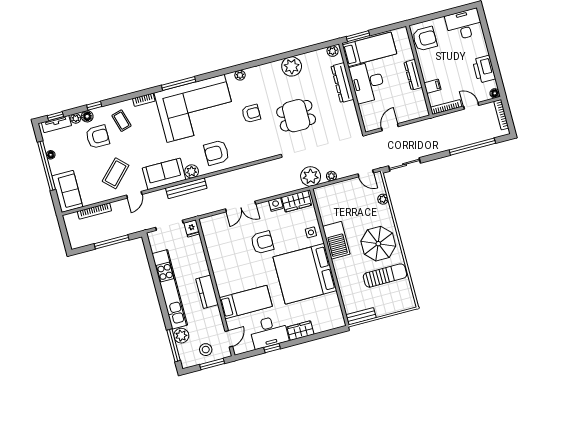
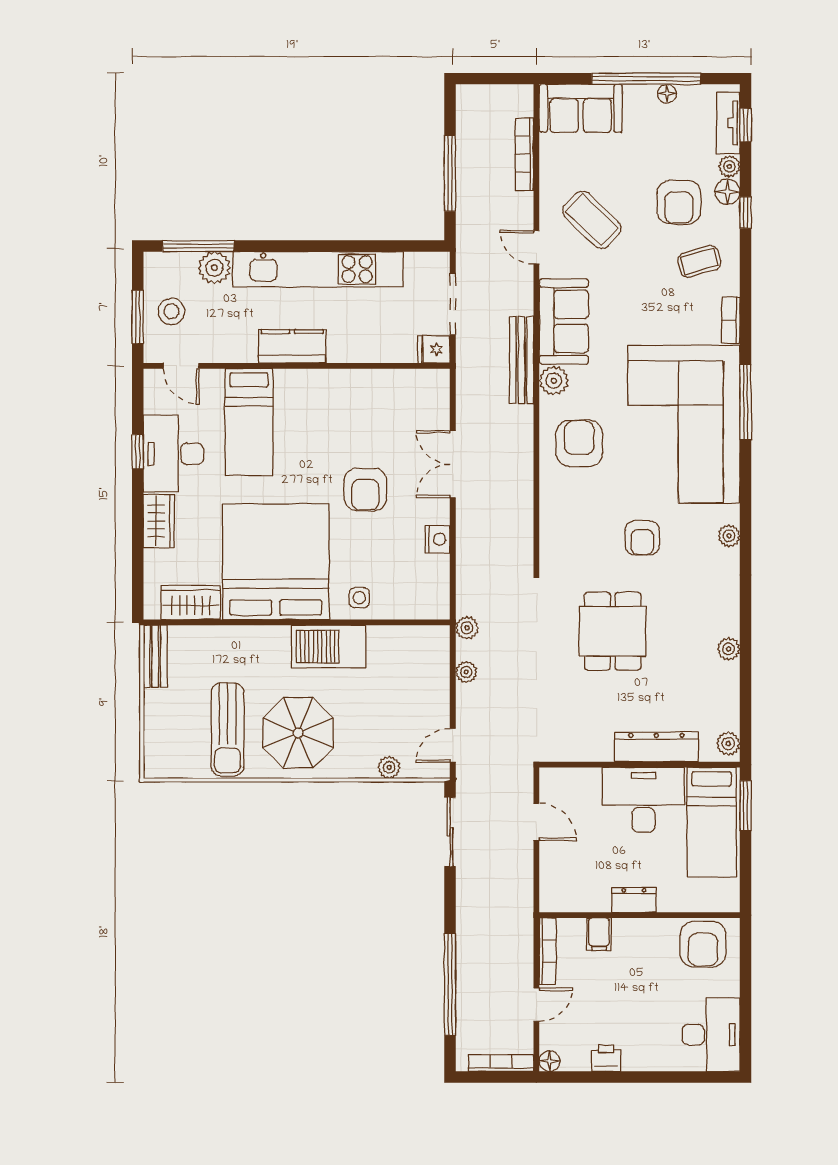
plant: (292, 66) -> (729, 649), width x0.53, depth x0.53
printer: (484, 69) -> (606, 1058), width x0.53, depth x0.68
dresser: (413, 75) -> (634, 900), width x0.70
plant: (311, 176) -> (467, 628), width x0.53, depth x0.53
wardrobe: (297, 201) -> (191, 603), moved, turned 90

